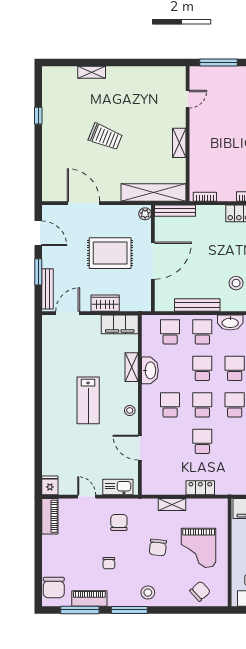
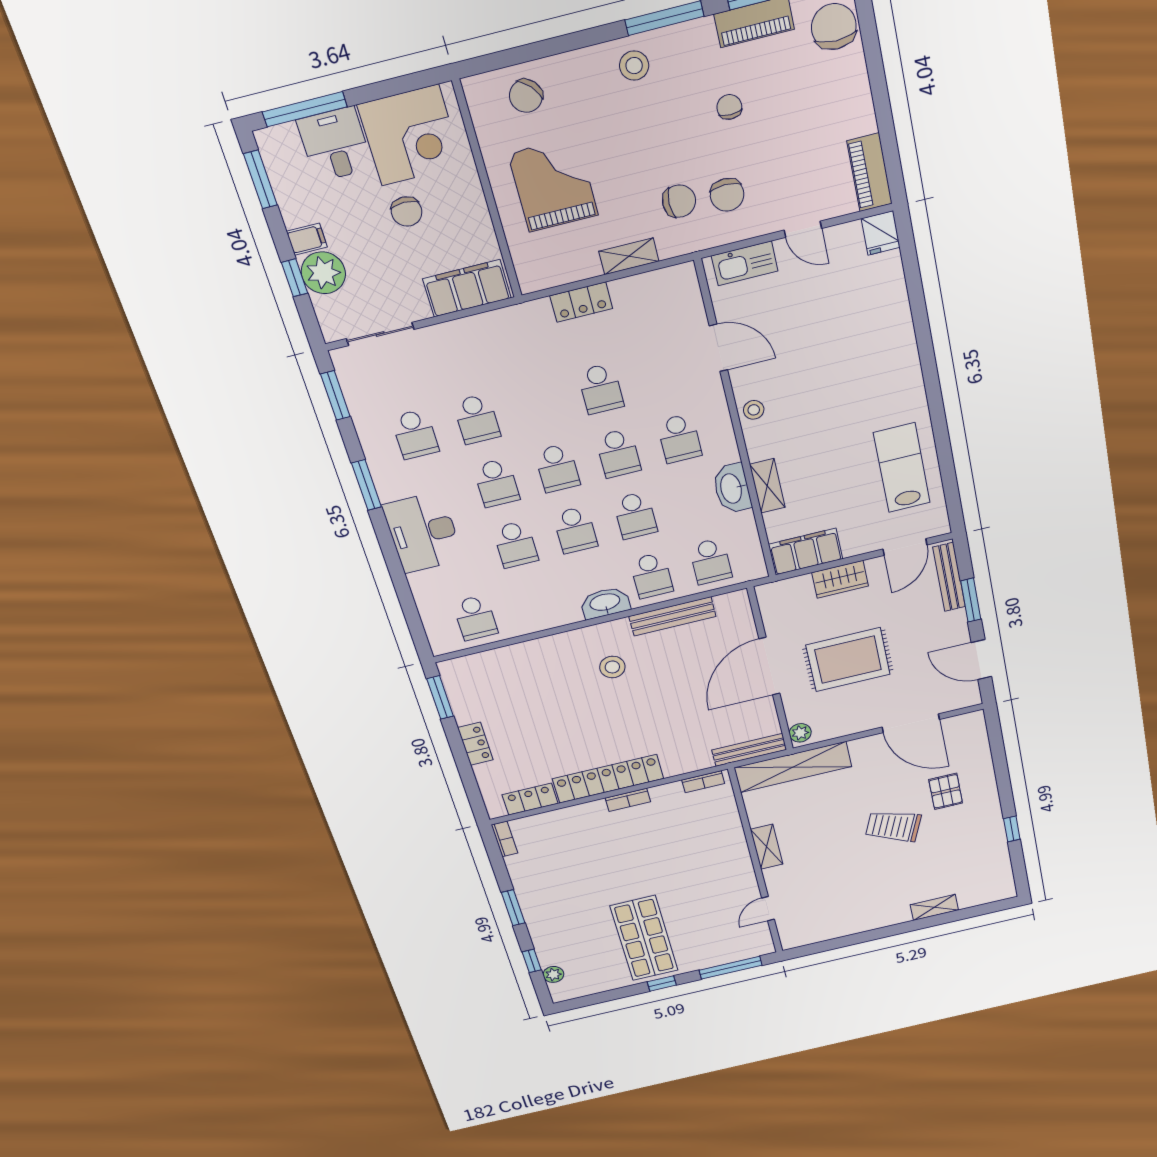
pallet: (72, 152) -> (946, 791), added
lab bench: (88, 400) -> (902, 468), moved
chair: (158, 547) -> (679, 201), moved, turned 84

